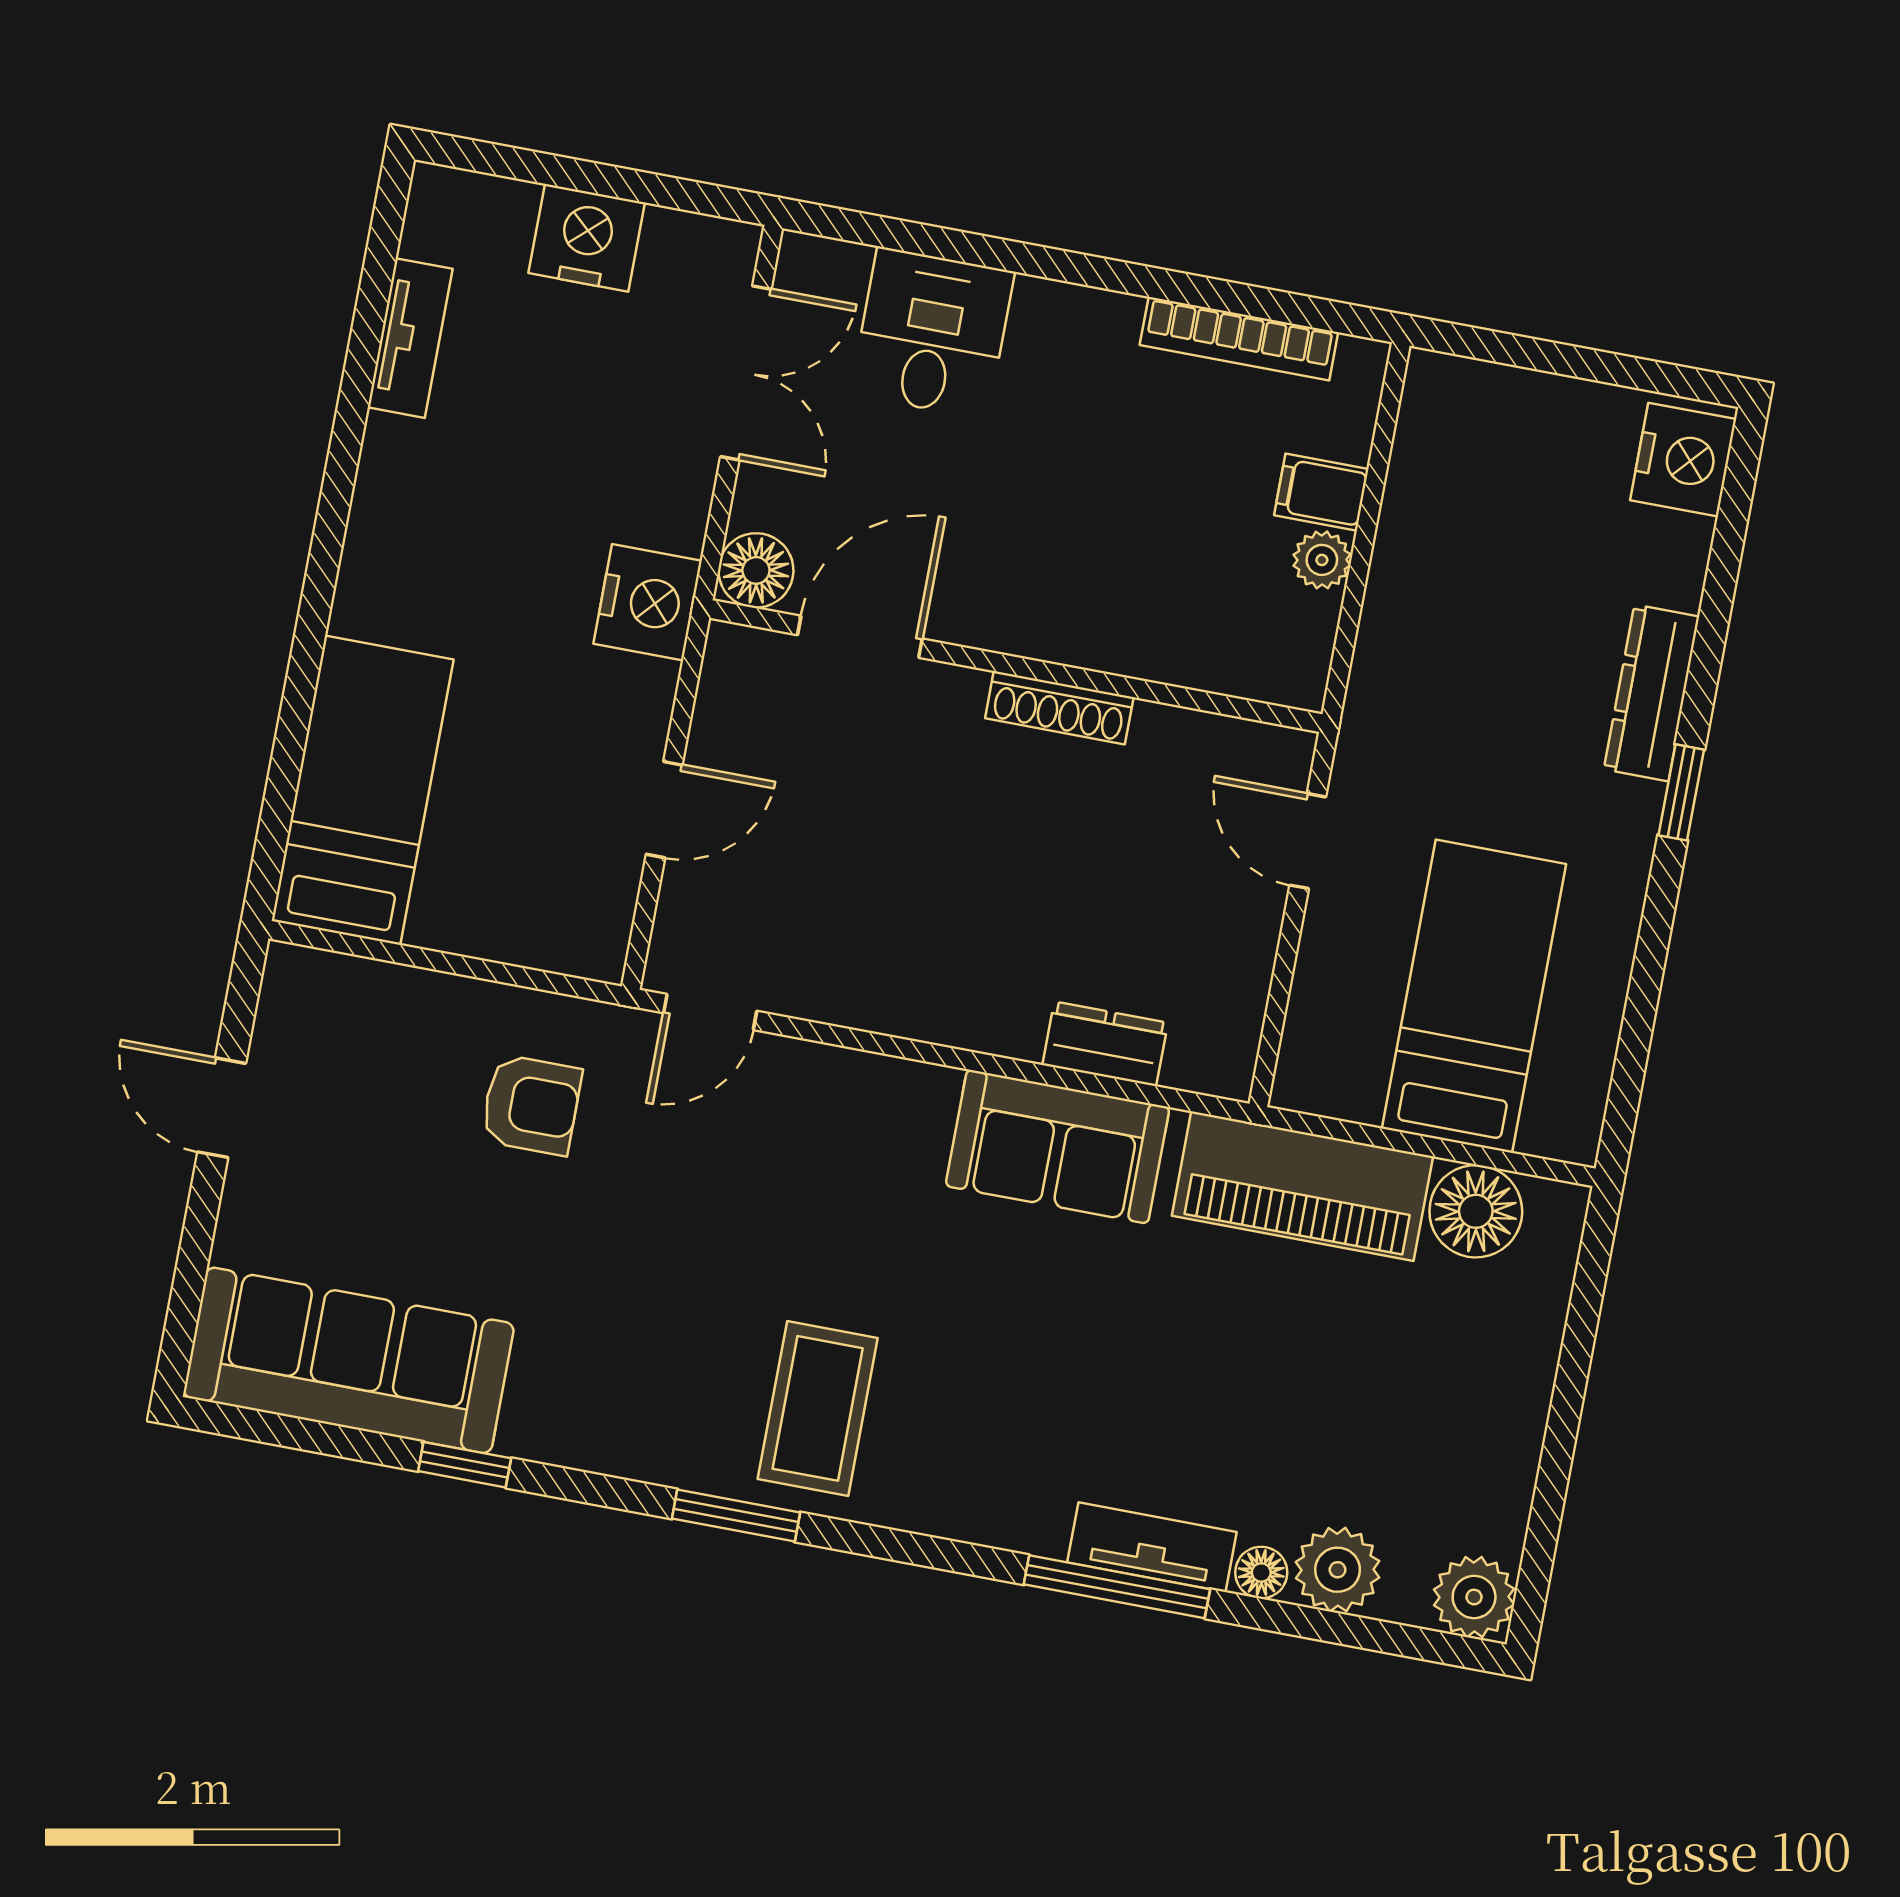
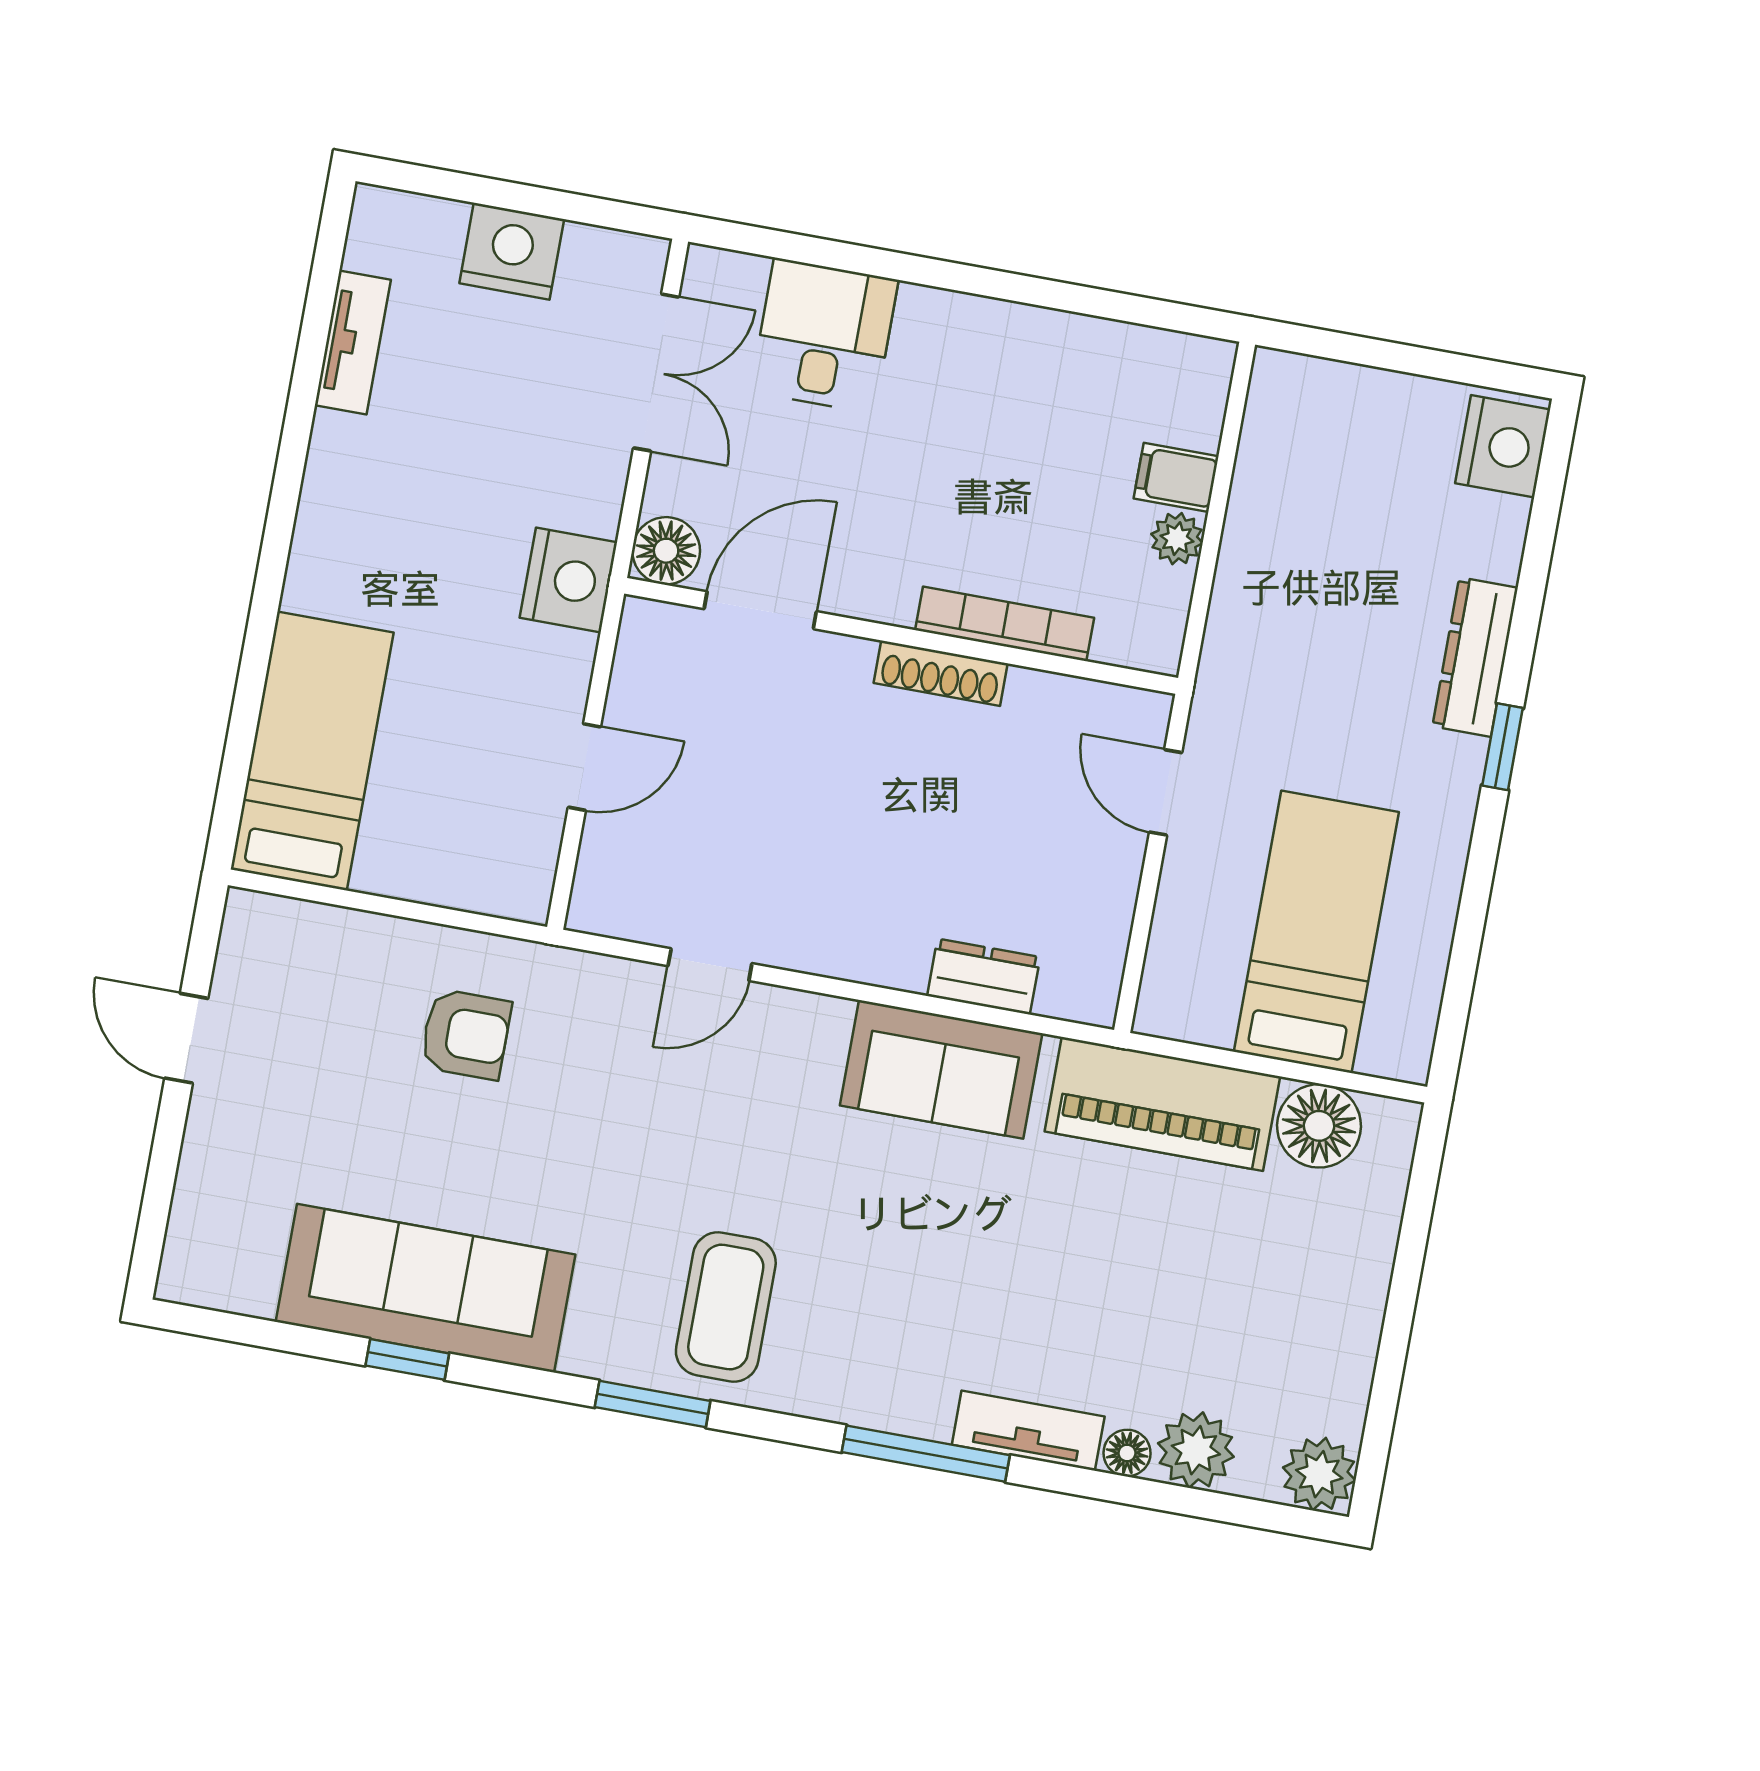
bookcase: (1239, 339) -> (1005, 624), moved, turned 180
door: (710, 1012) -> (710, 965), moved
sofa: (349, 1360) -> (425, 1288), moved
window: (1117, 1587) -> (926, 1454), moved

